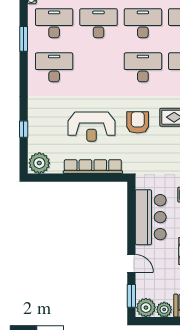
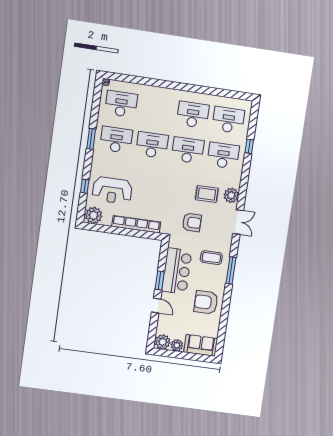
desk: (99, 23) -> (152, 145), moved
window: (24, 39) -> (91, 139), moved
armchair: (138, 122) -> (192, 222), moved, turned 90
reception desk: (91, 127) -> (112, 190), moved
window: (131, 296) -> (160, 280), moved

